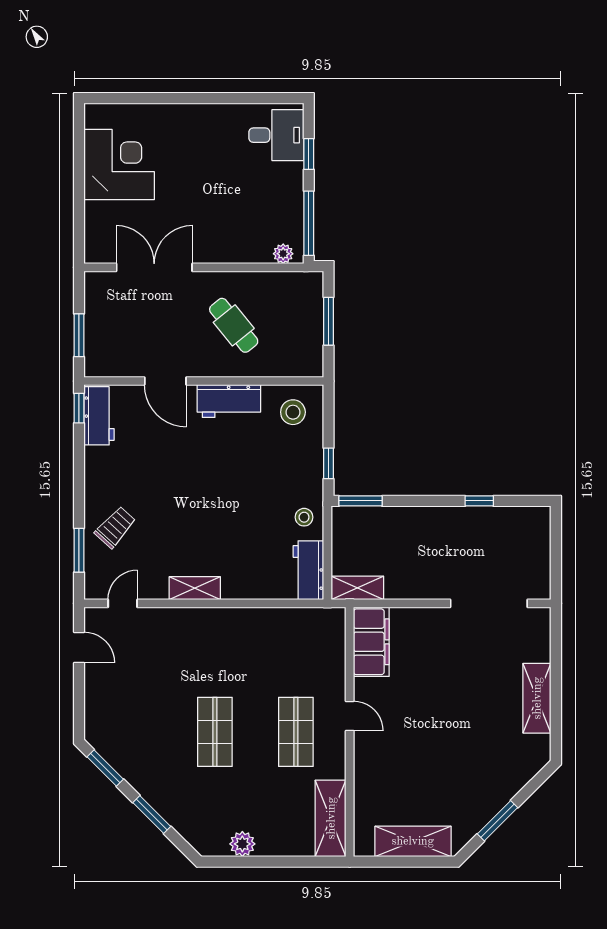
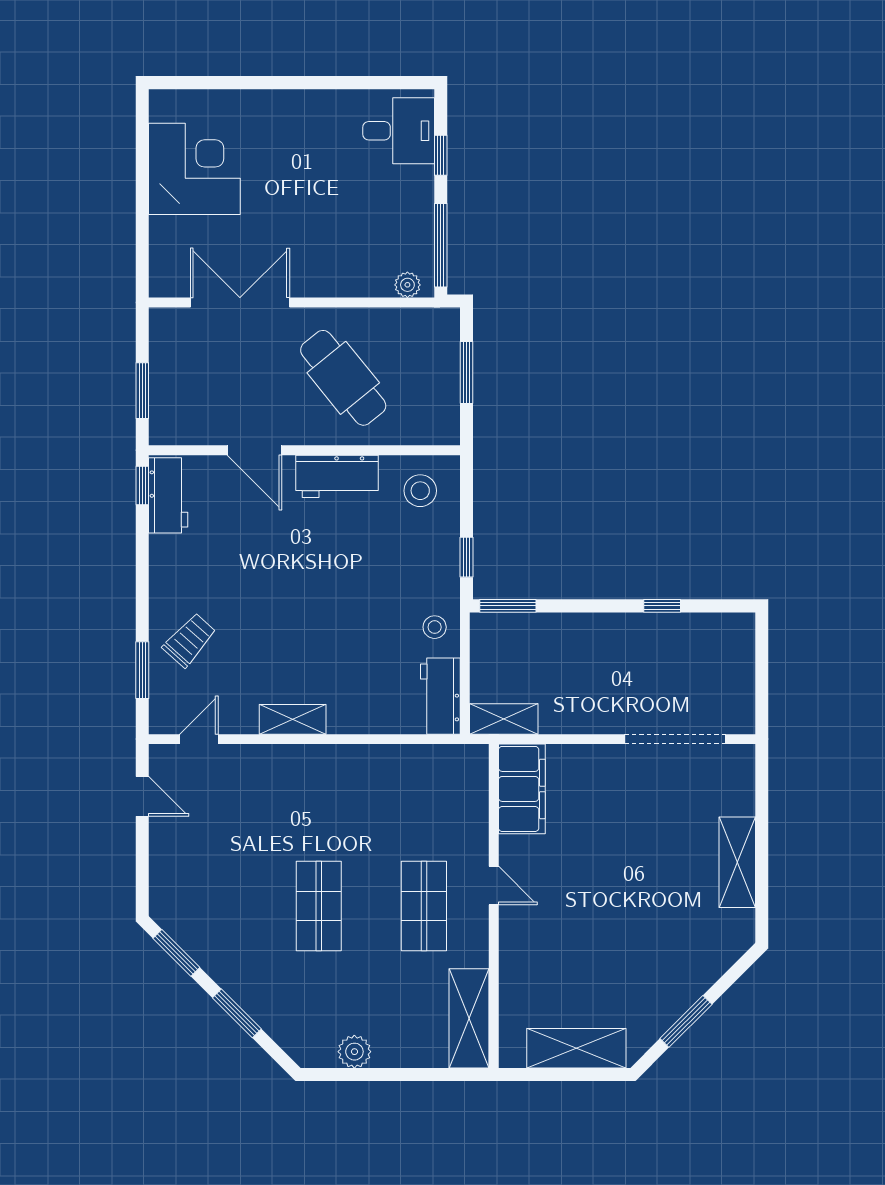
cafe table: (234, 325) -> (343, 378), width x1.37, depth x1.35

